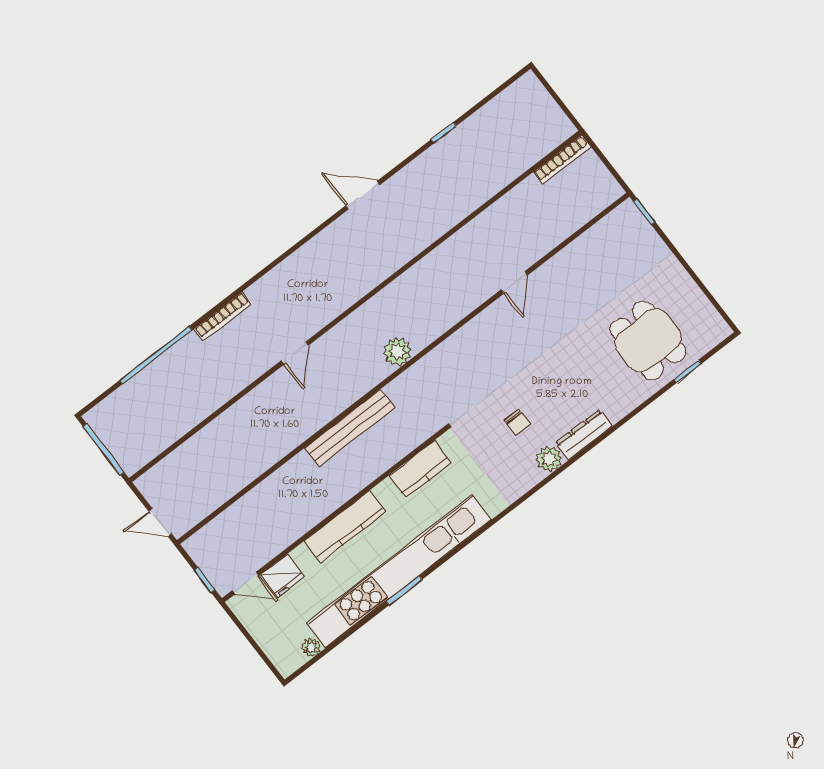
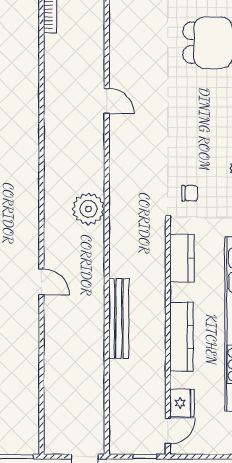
plant: (397, 352) -> (88, 209), width x1.36, depth x1.36
chair: (517, 422) -> (190, 193), moved
bench: (350, 428) -> (119, 319), moved

